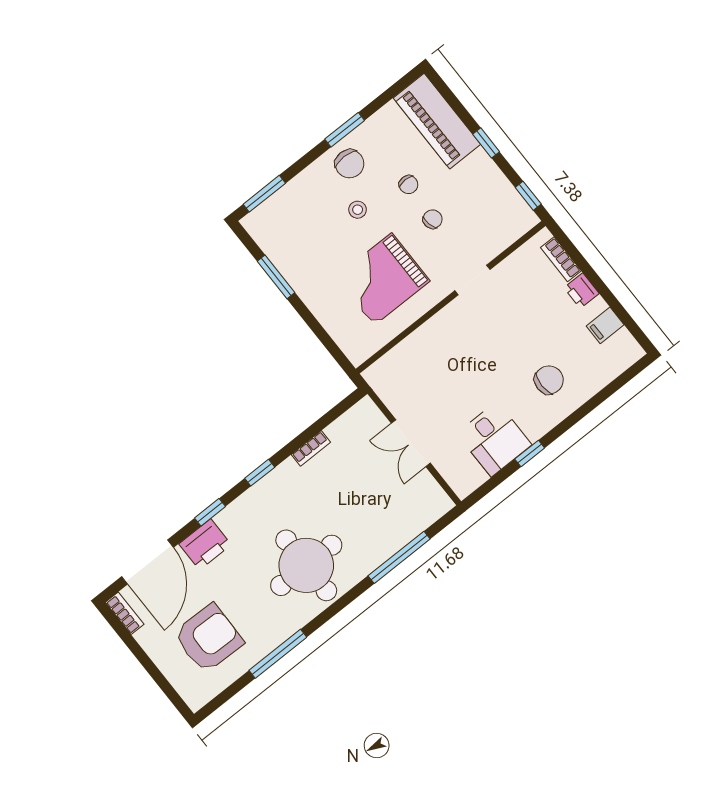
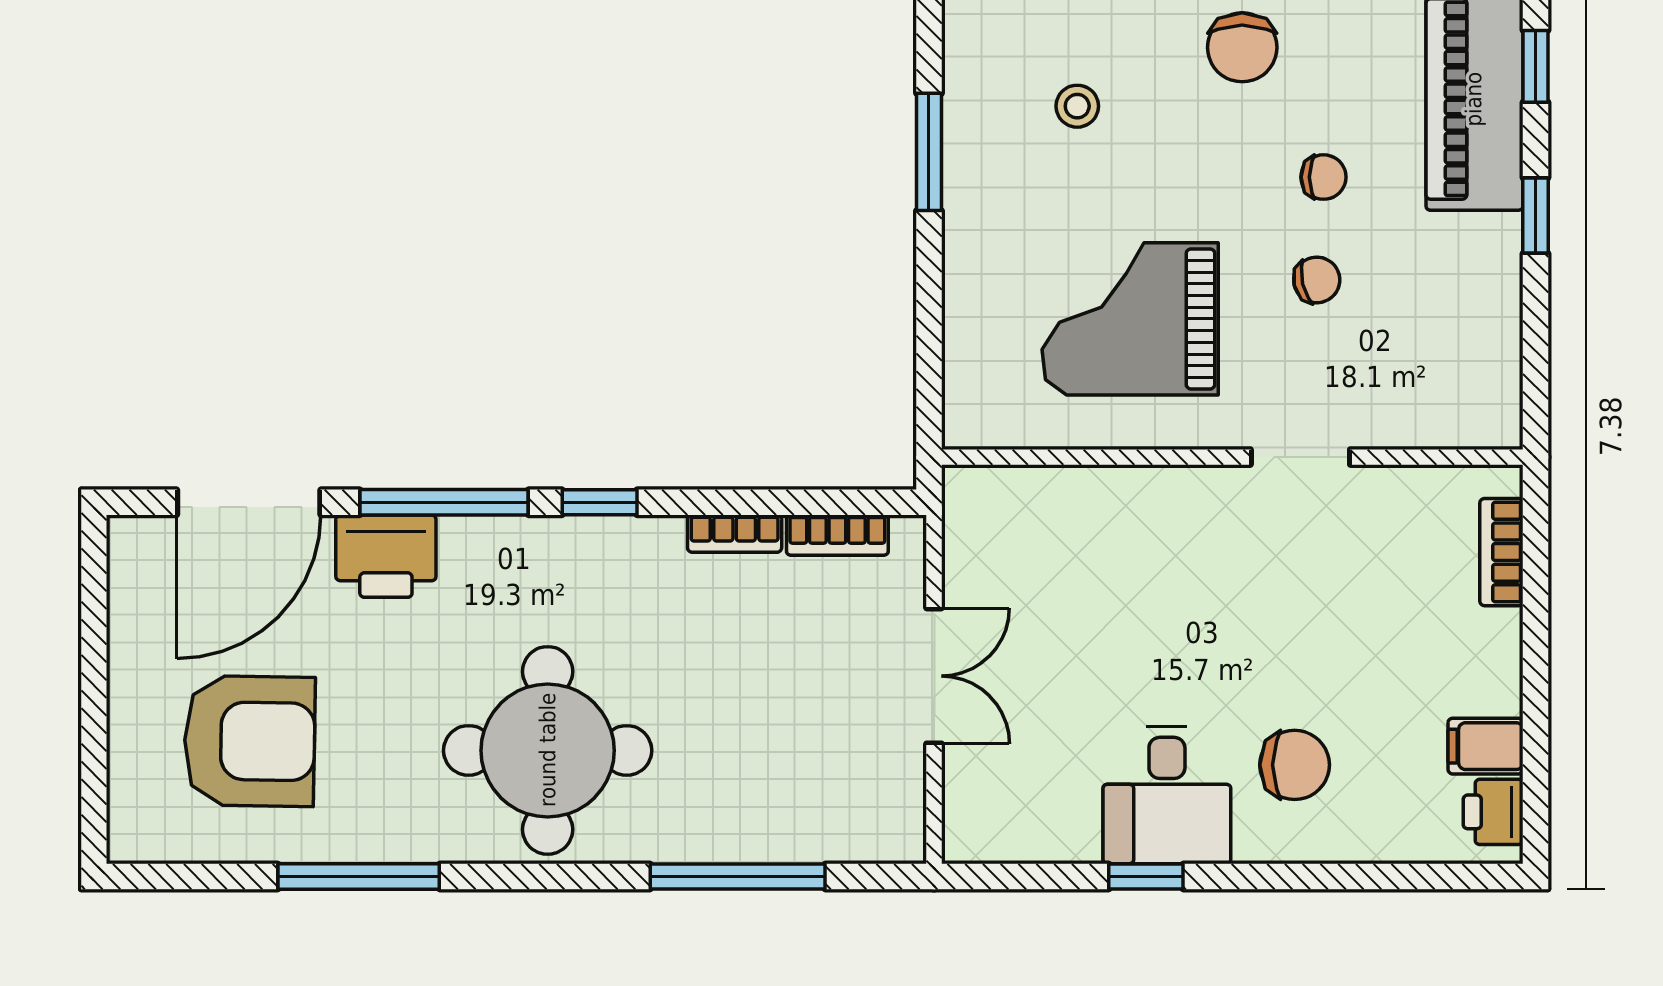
chair: (409, 185) -> (1323, 177), turned -90
window: (528, 196) -> (1535, 66), moved
stool: (358, 210) -> (1077, 106), moved
printer: (581, 291) -> (1493, 812), moved
desk: (494, 439) -> (1167, 795), moved
double door: (411, 443) -> (934, 676), swing flipped
window: (210, 512) -> (444, 502), width x2.17
bookcase: (125, 613) -> (837, 535), moved, turned 90

